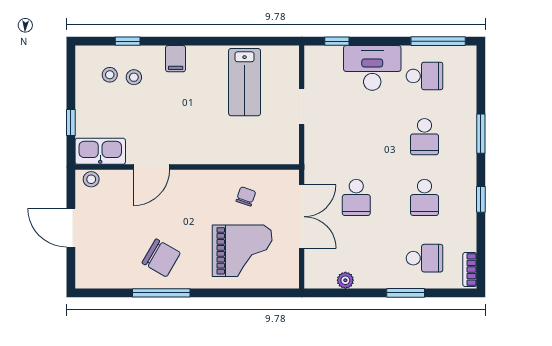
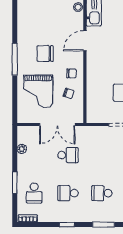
door: (151, 167) -> (85, 41), hinge flipped
chair: (210, 191) -> (71, 73), added
school desk: (356, 197) -> (68, 155), turned 180
chair: (161, 258) -> (45, 53), moved, turned 60
window: (161, 293) -> (15, 59), moved

